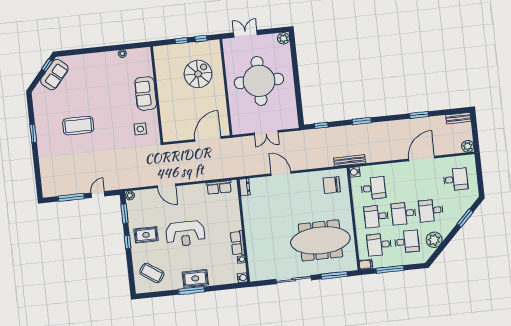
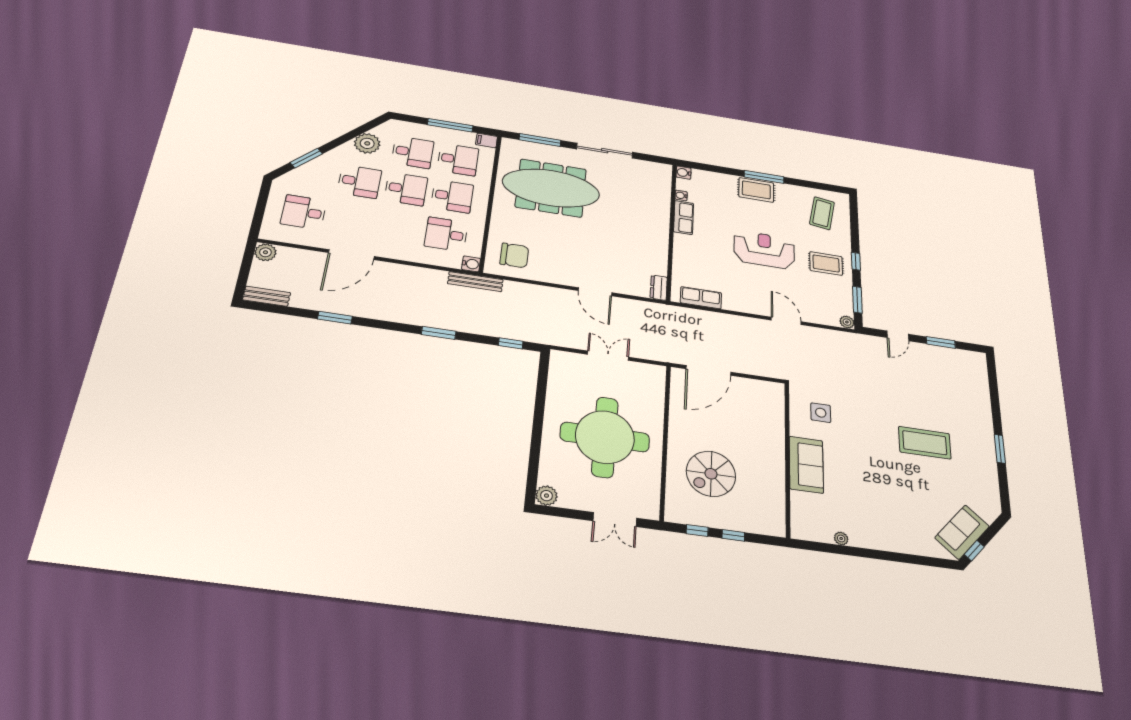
window: (71, 197) -> (941, 342), width x0.69
desk: (407, 242) -> (413, 152), turned 180
coffee table: (152, 273) -> (822, 213), turned 65

